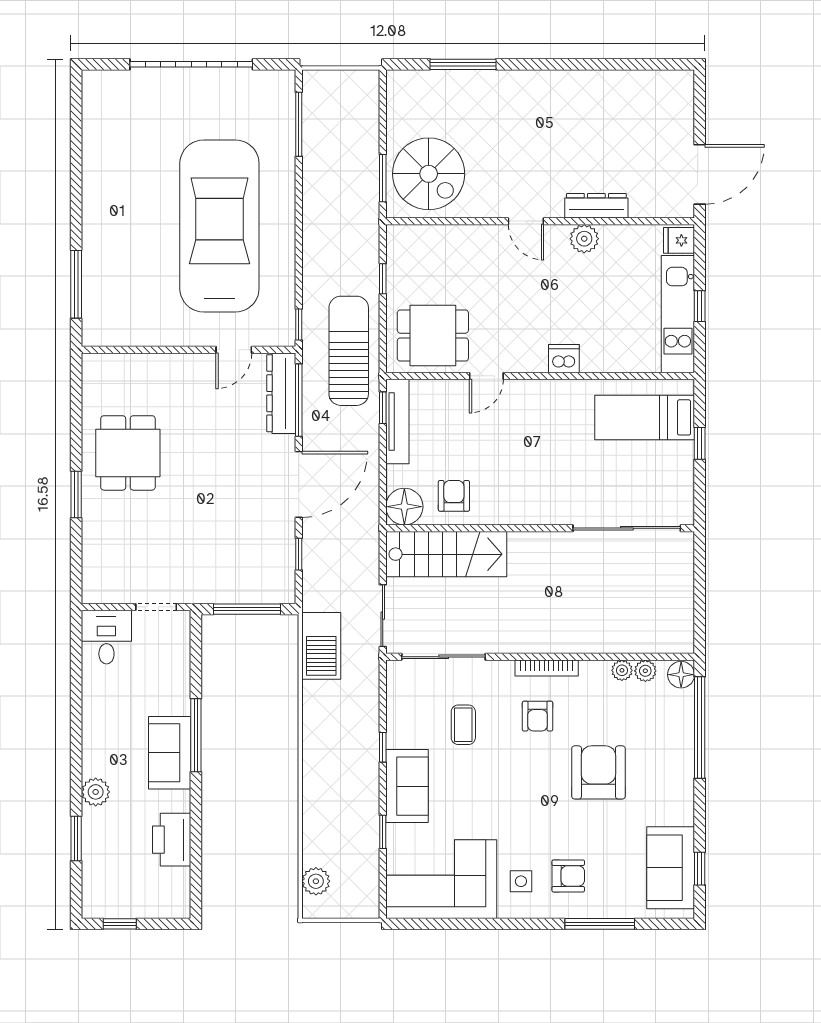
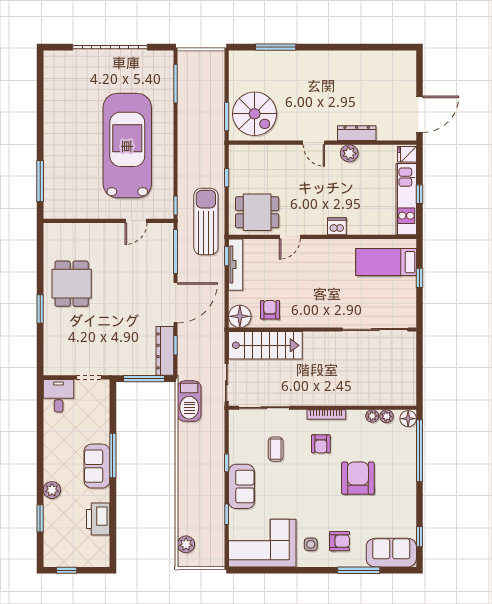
dresser: (281, 393) -> (165, 351), moved
sofa: (671, 868) -> (391, 553), moved, turned 90

